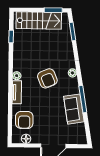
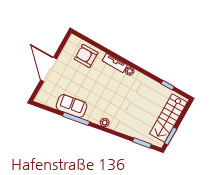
armchair: (47, 78) -> (112, 97), removed
floor lamp: (26, 139) -> (68, 48), removed

